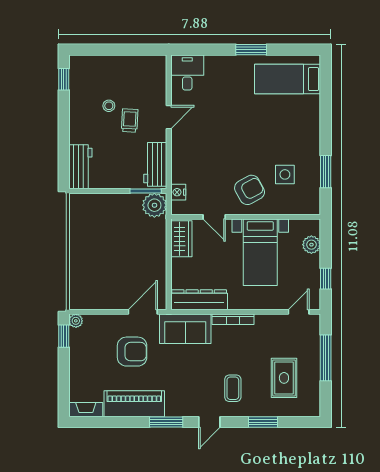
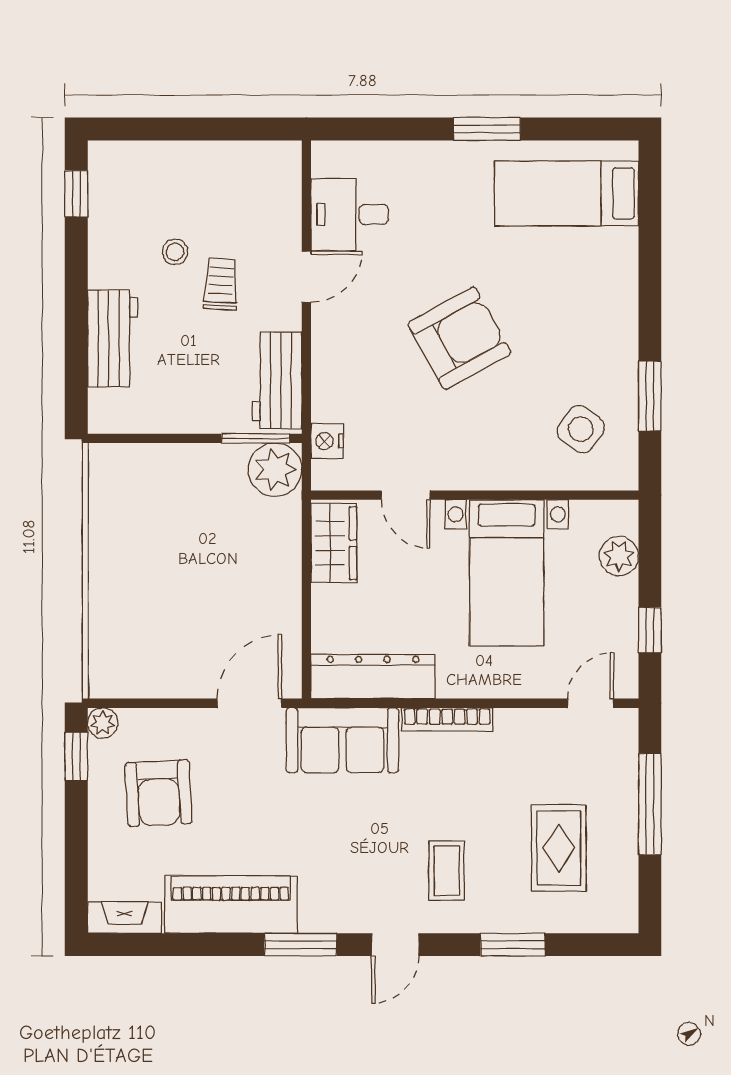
desk: (187, 73) -> (350, 214), moved, turned -90
workbench: (80, 167) -> (113, 338), moved
side table: (285, 174) -> (581, 429), moved, turned 36
armchair: (250, 190) -> (459, 338), moved, width x1.36, depth x1.36
armchair: (132, 352) -> (159, 793), moved, turned 87

